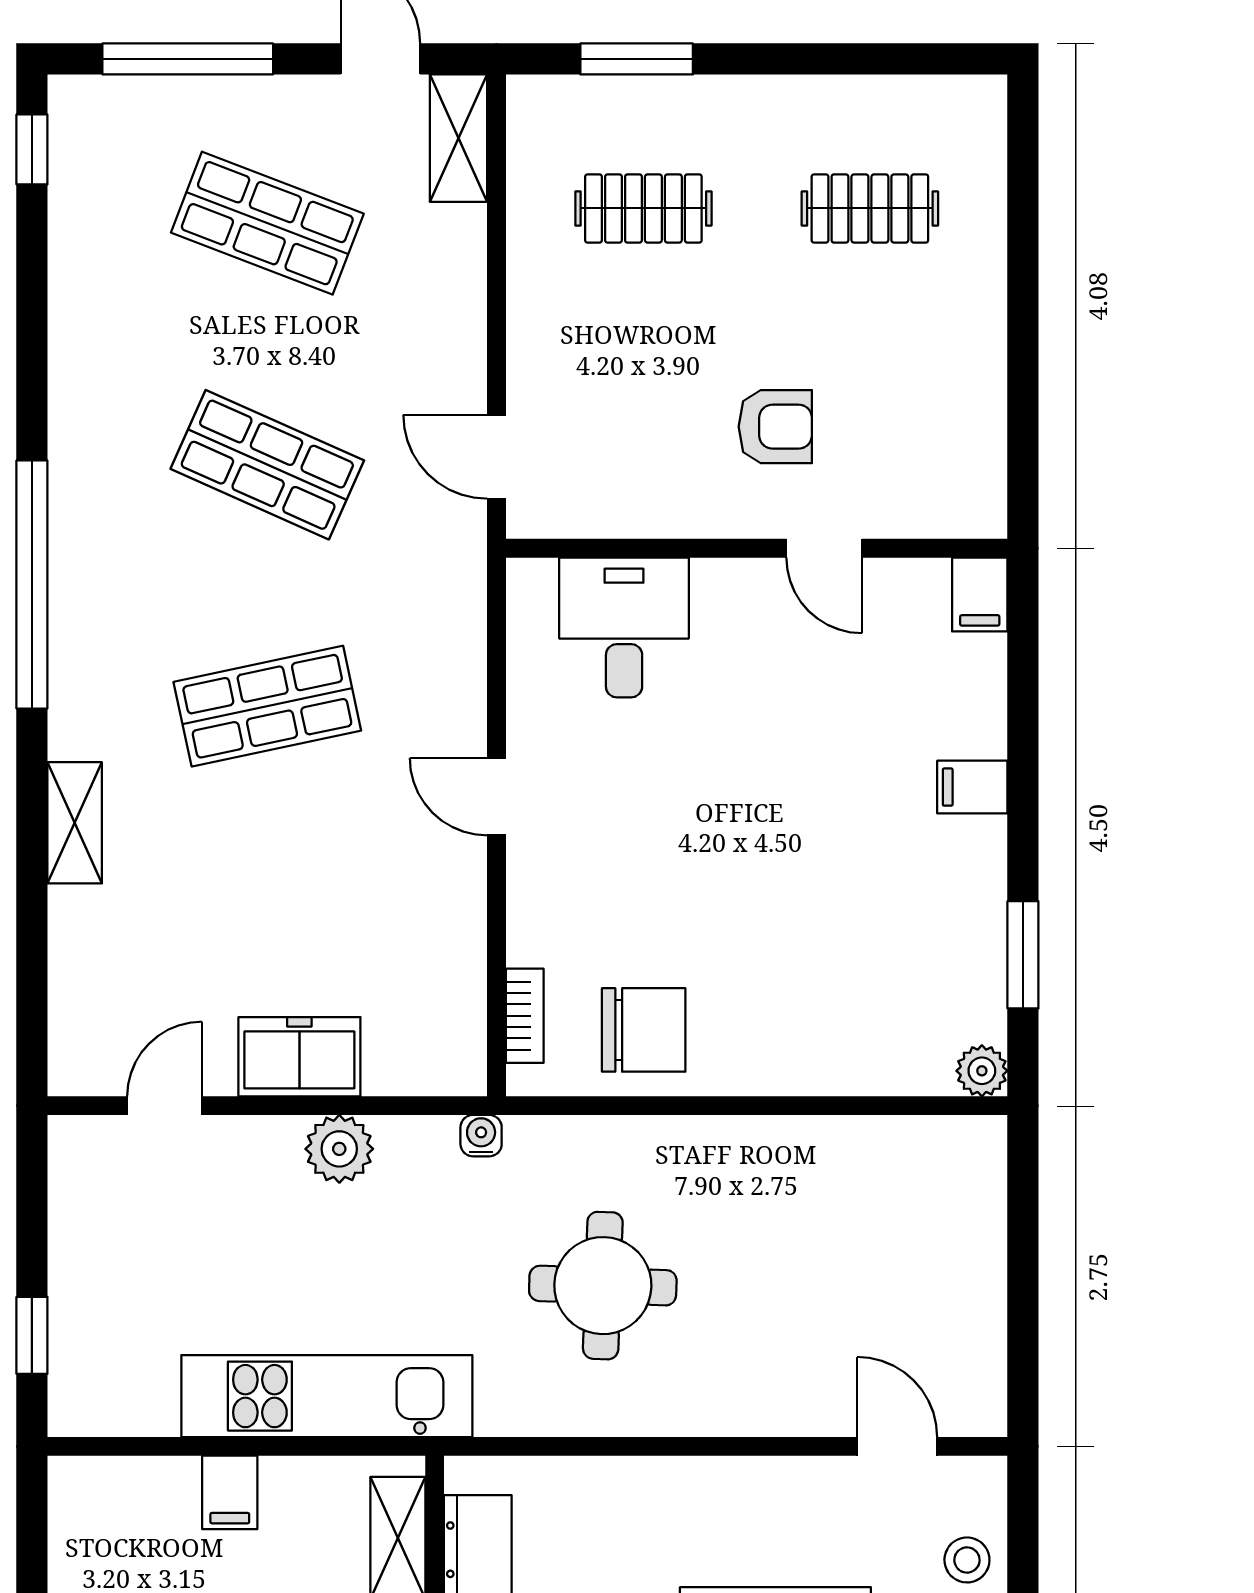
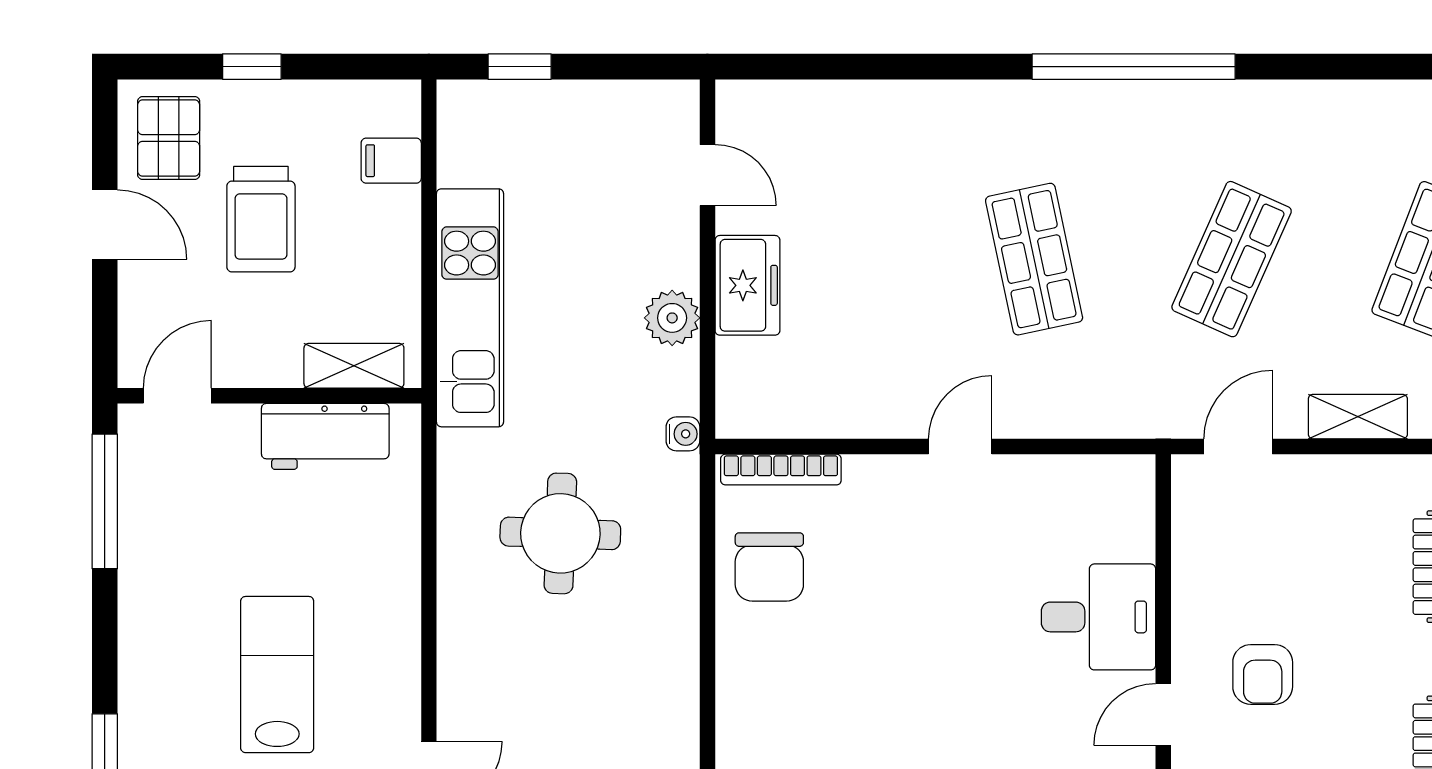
desk: (624, 627) -> (1098, 617), moved
shelving: (75, 823) -> (1358, 417), moved
bookcase: (525, 1016) -> (781, 470), width x1.56
filing cabinet: (230, 1492) -> (391, 161), moved

